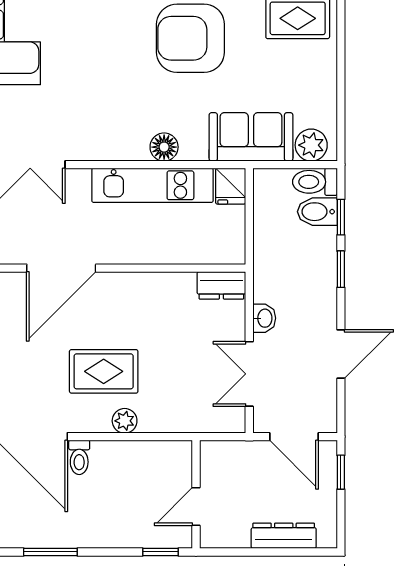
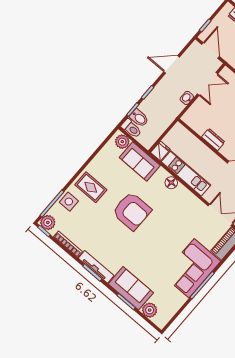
dresser: (221, 285) -> (213, 140), moved

